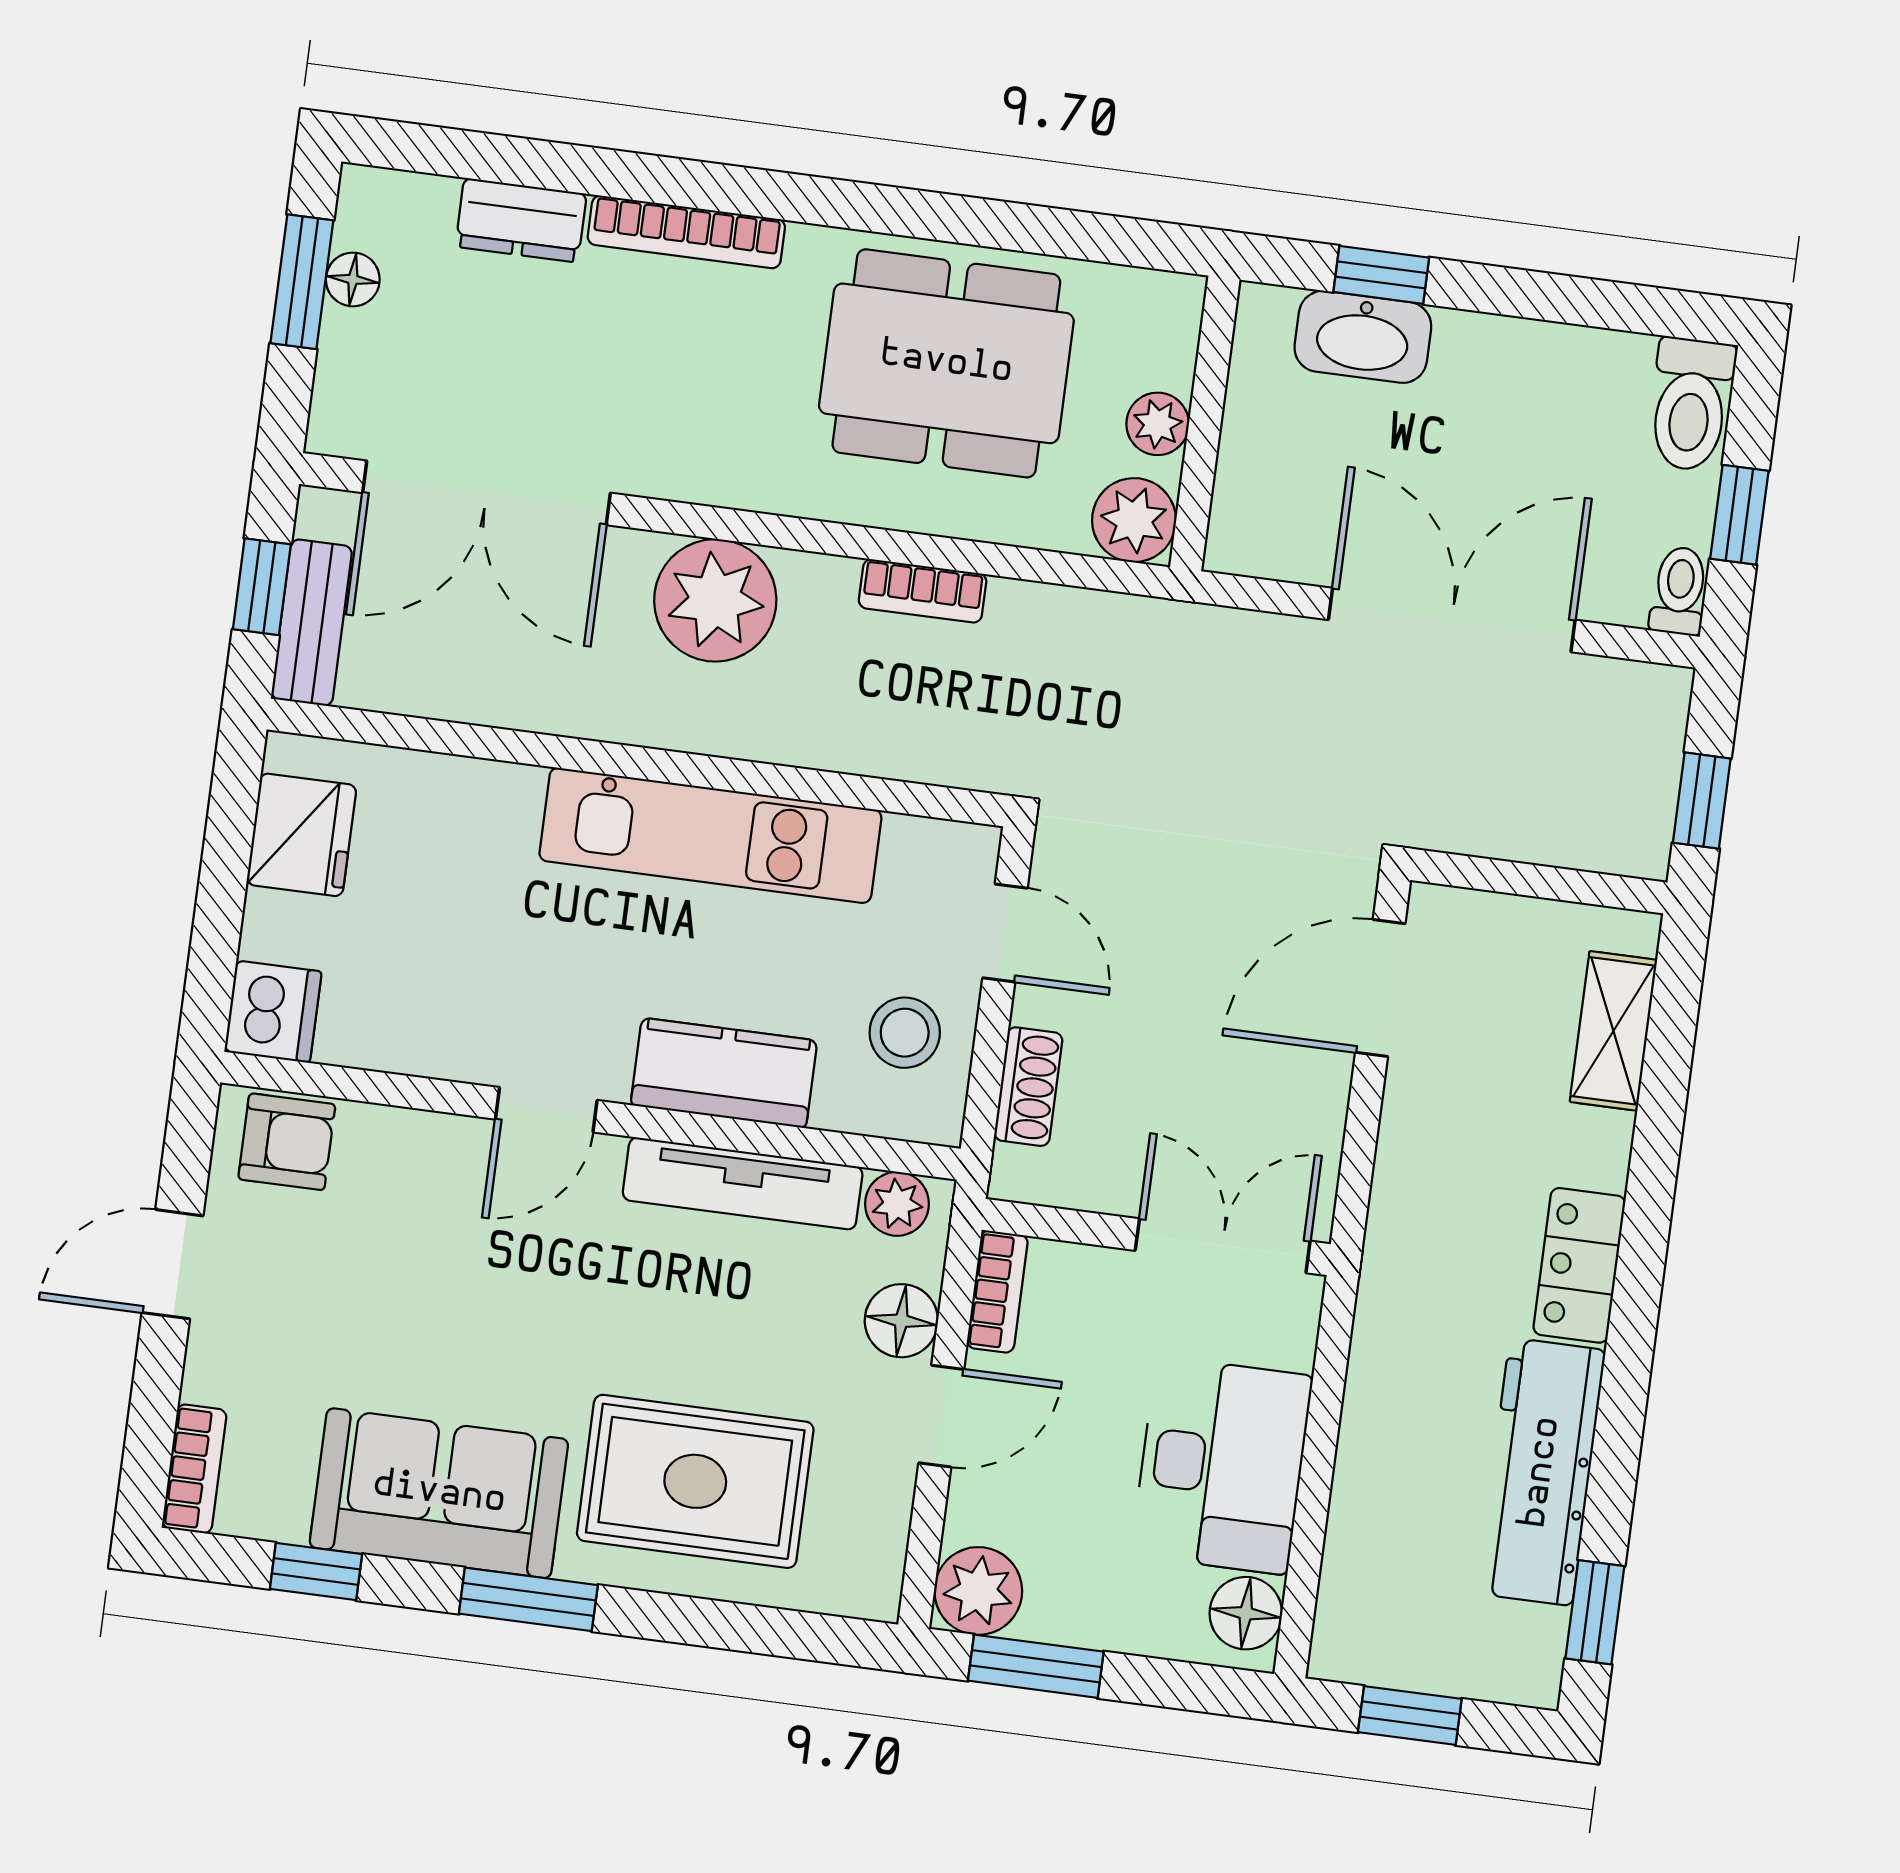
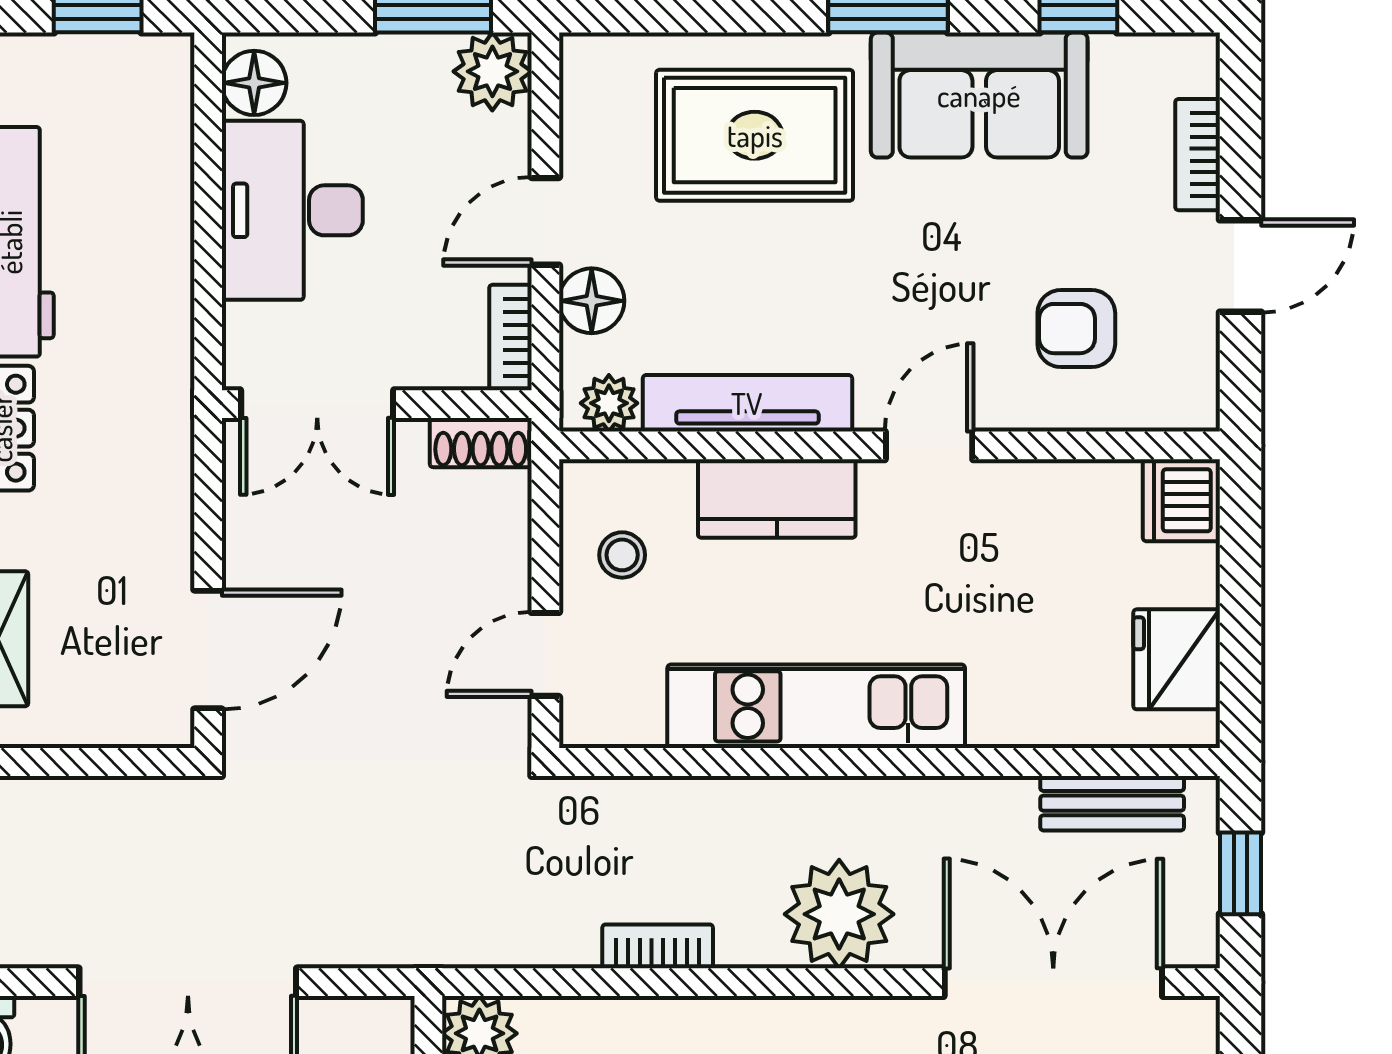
bench: (312, 623) -> (1112, 803), moved, turned 90
door: (1005, 933) -> (545, 654), hinge flipped
stool: (905, 1033) -> (622, 555), width x0.73, depth x0.73
shoe rack: (1028, 1087) -> (481, 443), moved, turned -90
armchair: (287, 1142) -> (1076, 329), moved
bookcase: (194, 1469) -> (1198, 155), moved

